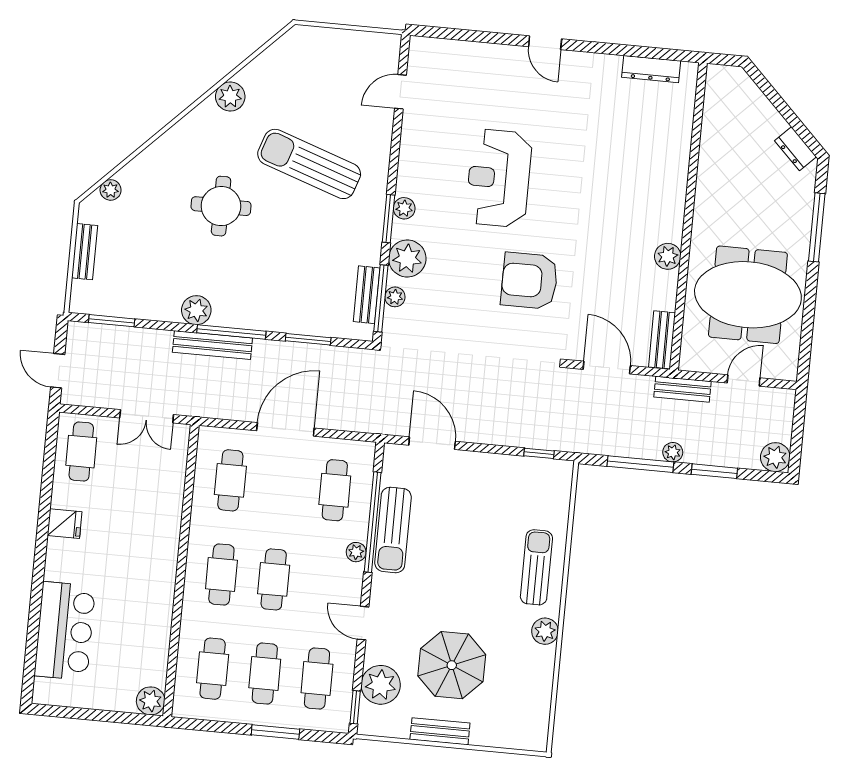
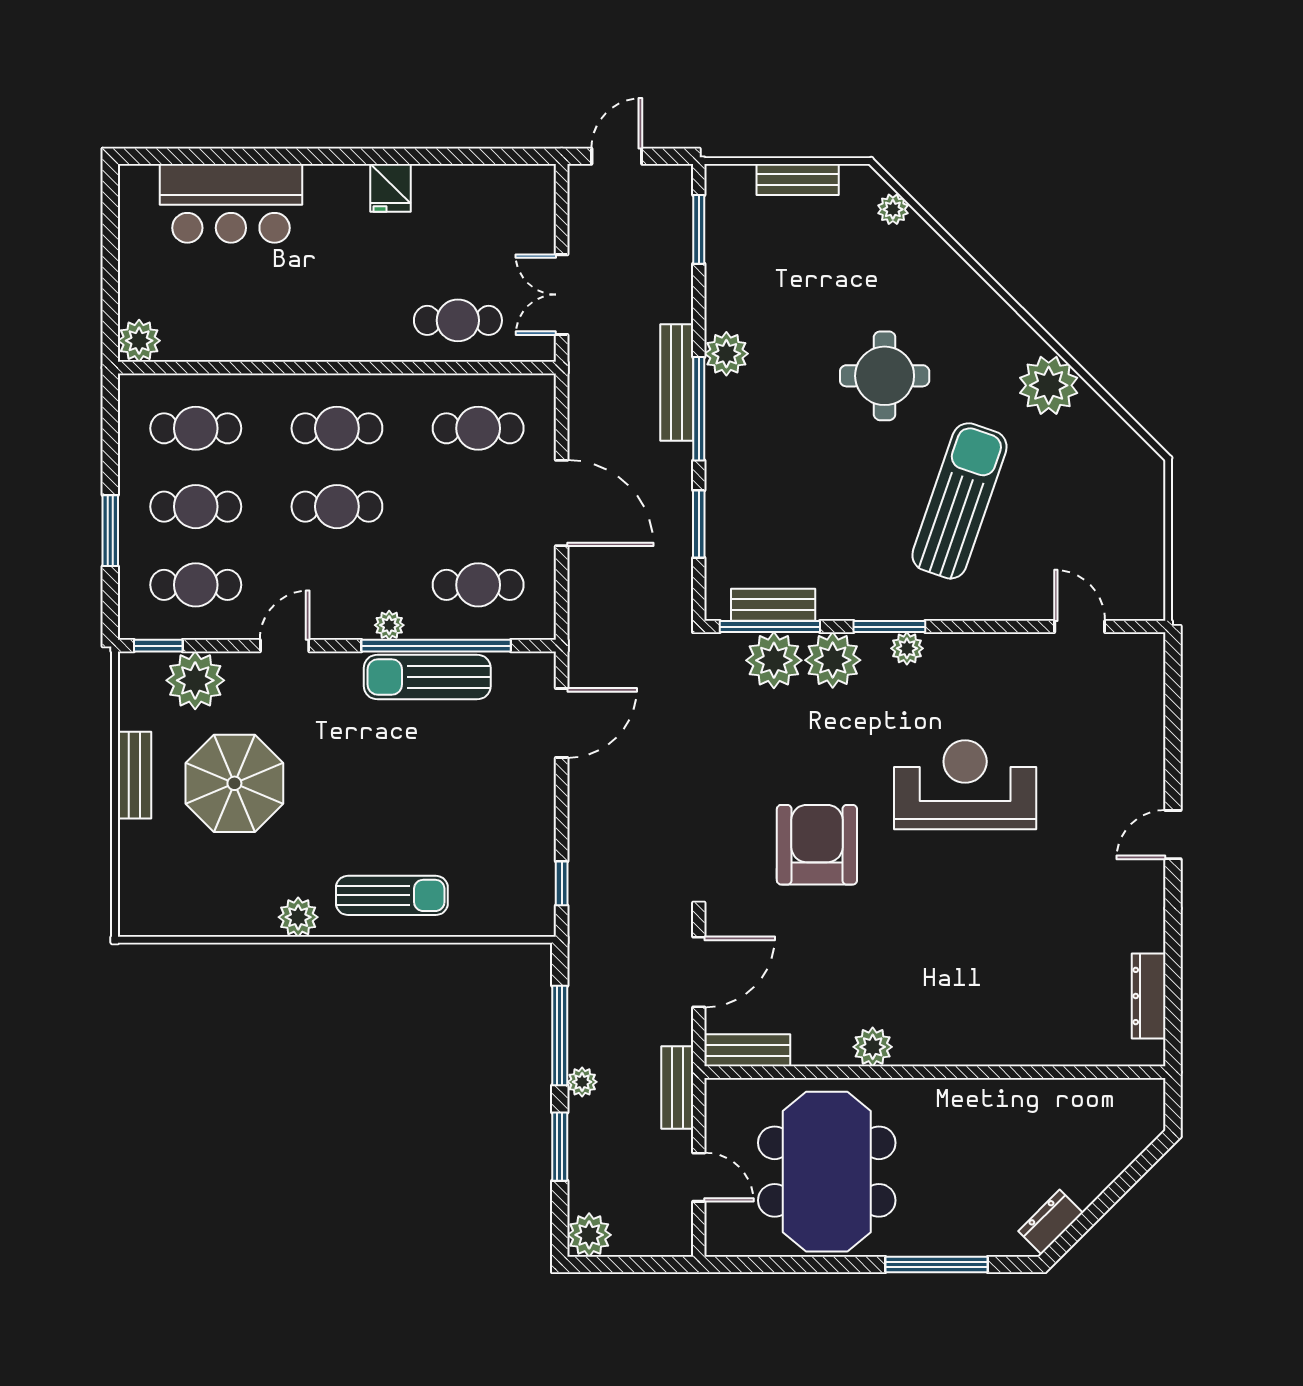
plant: (230, 97) -> (1049, 385), width x1.36, depth x1.36
plant: (395, 297) -> (774, 660), width x1.88, depth x1.88
cafe table: (81, 452) -> (458, 320), moved

